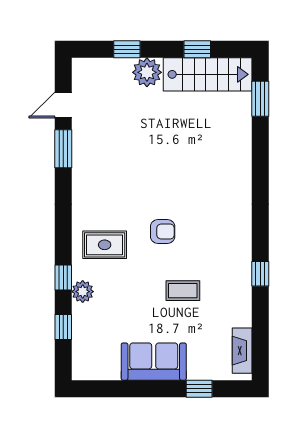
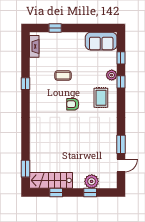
plant: (147, 72) -> (92, 181), moved
rug: (105, 245) -> (101, 98), turned 90
sofa: (154, 362) -> (101, 41), moved

